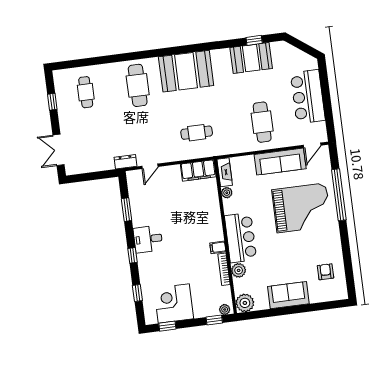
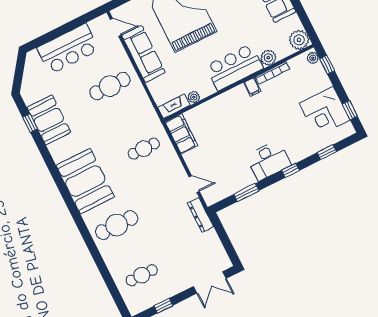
cafe table: (197, 133) -> (144, 149), turned 90
dresser: (126, 162) -> (201, 215), width x1.44
desk: (148, 239) -> (269, 160), width x1.37

